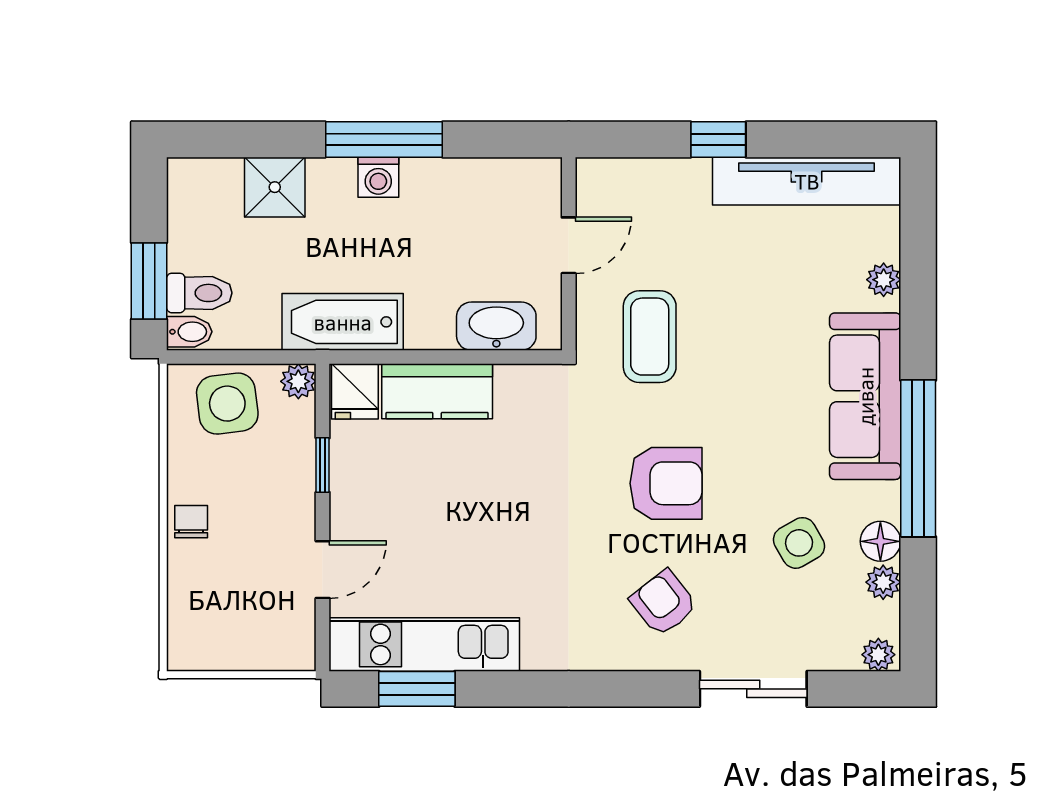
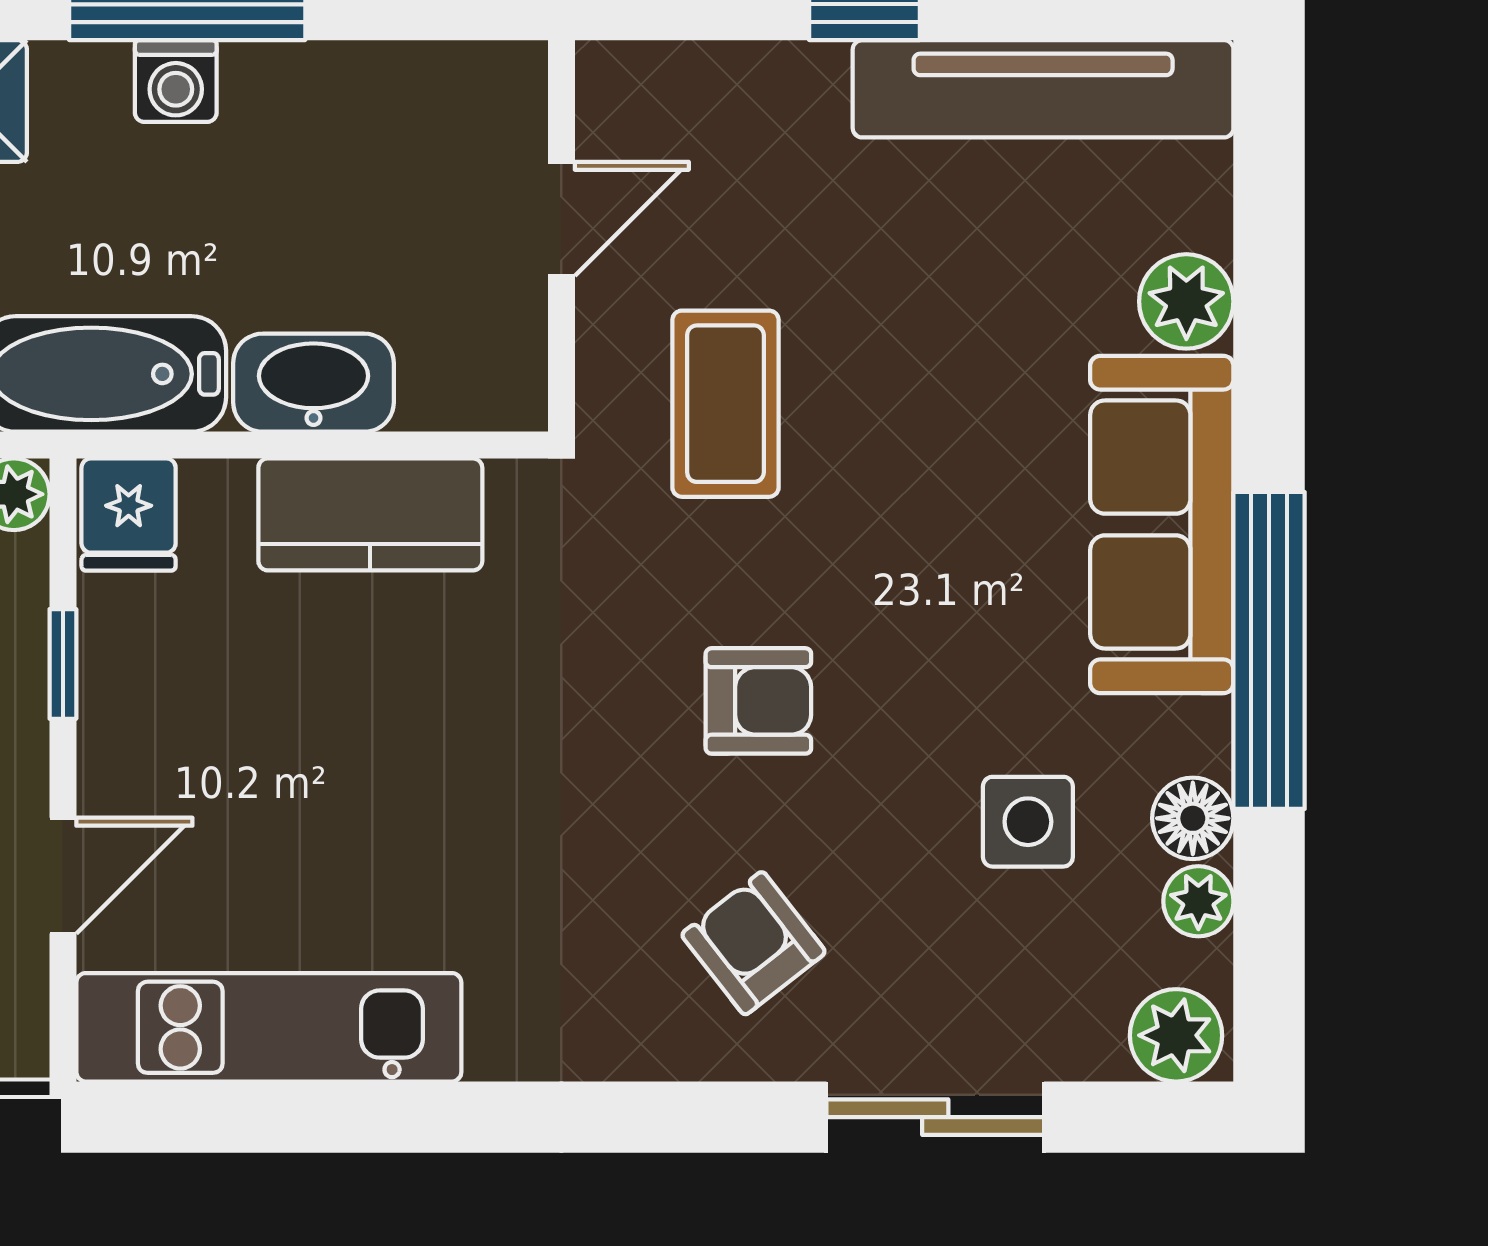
plant: (884, 280) -> (1186, 301), width x1.38, depth x1.38
washbasin: (496, 326) -> (313, 383), moved
kitchen counter: (437, 391) -> (370, 514), moved
armchair: (666, 483) -> (758, 701), width x0.72, depth x0.72
side table: (799, 543) -> (1028, 822), turned 30
plant: (878, 655) -> (1176, 1035), width x1.38, depth x1.38
window: (417, 689) -> (254, 1117), removed

